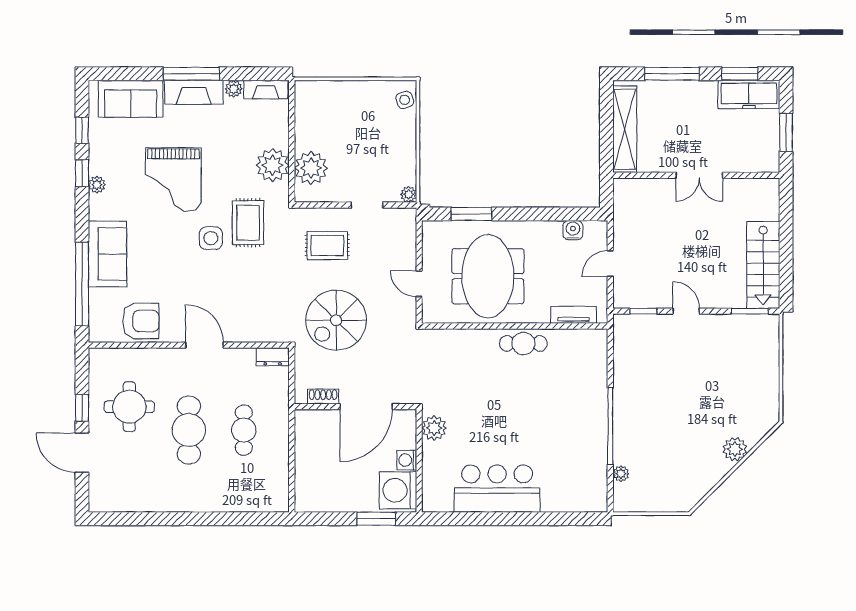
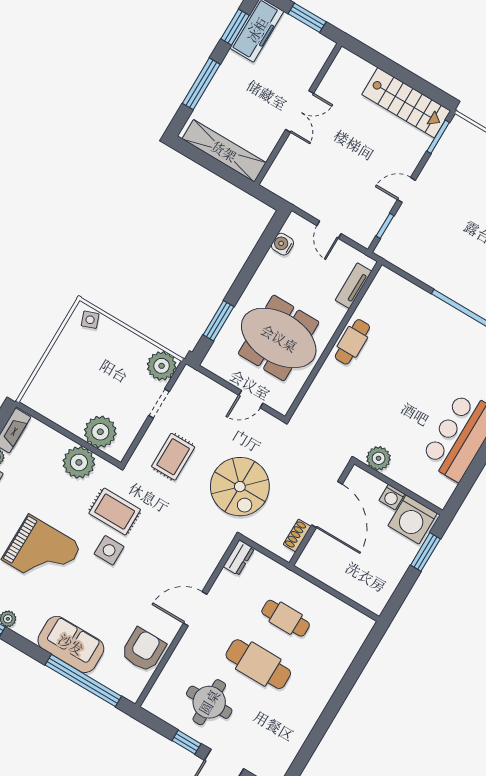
plant: (409, 194) -> (162, 366), width x1.88, depth x1.88

